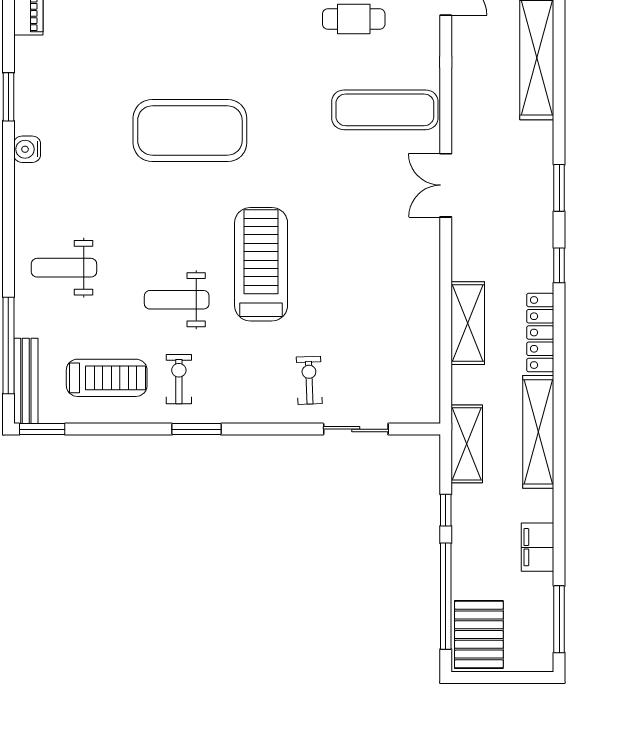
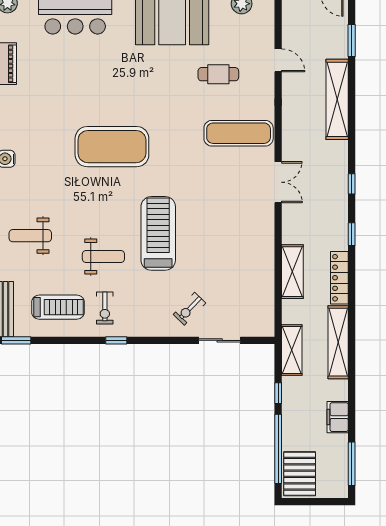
double door: (446, 185) -> (278, 182), swing flipped
window: (559, 188) -> (352, 184), width x0.67
weight bench: (177, 300) -> (103, 256), turned 180
exercise bike: (179, 379) -> (105, 308), turned 180
exercise bike: (309, 380) -> (189, 309), turned -134
window: (196, 429) -> (116, 340), width x0.67

